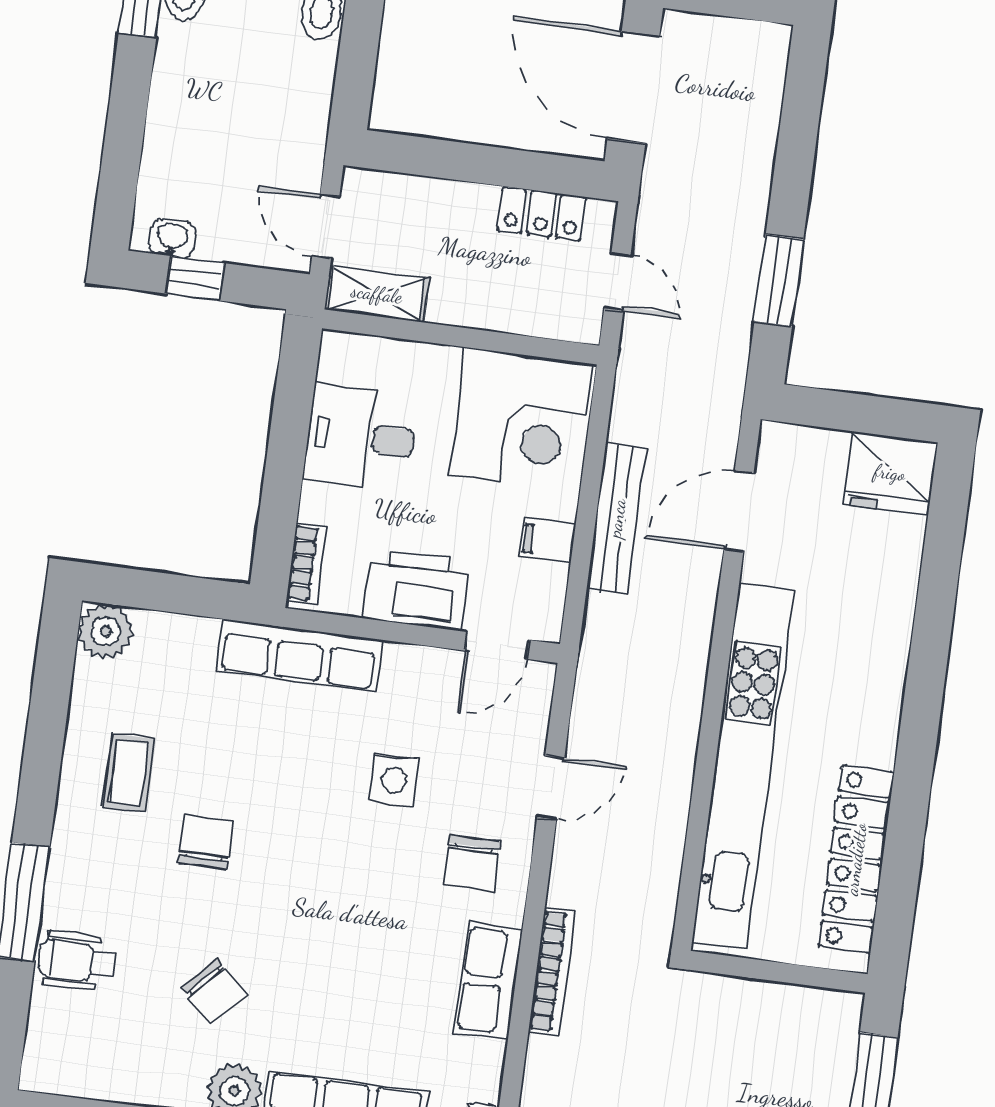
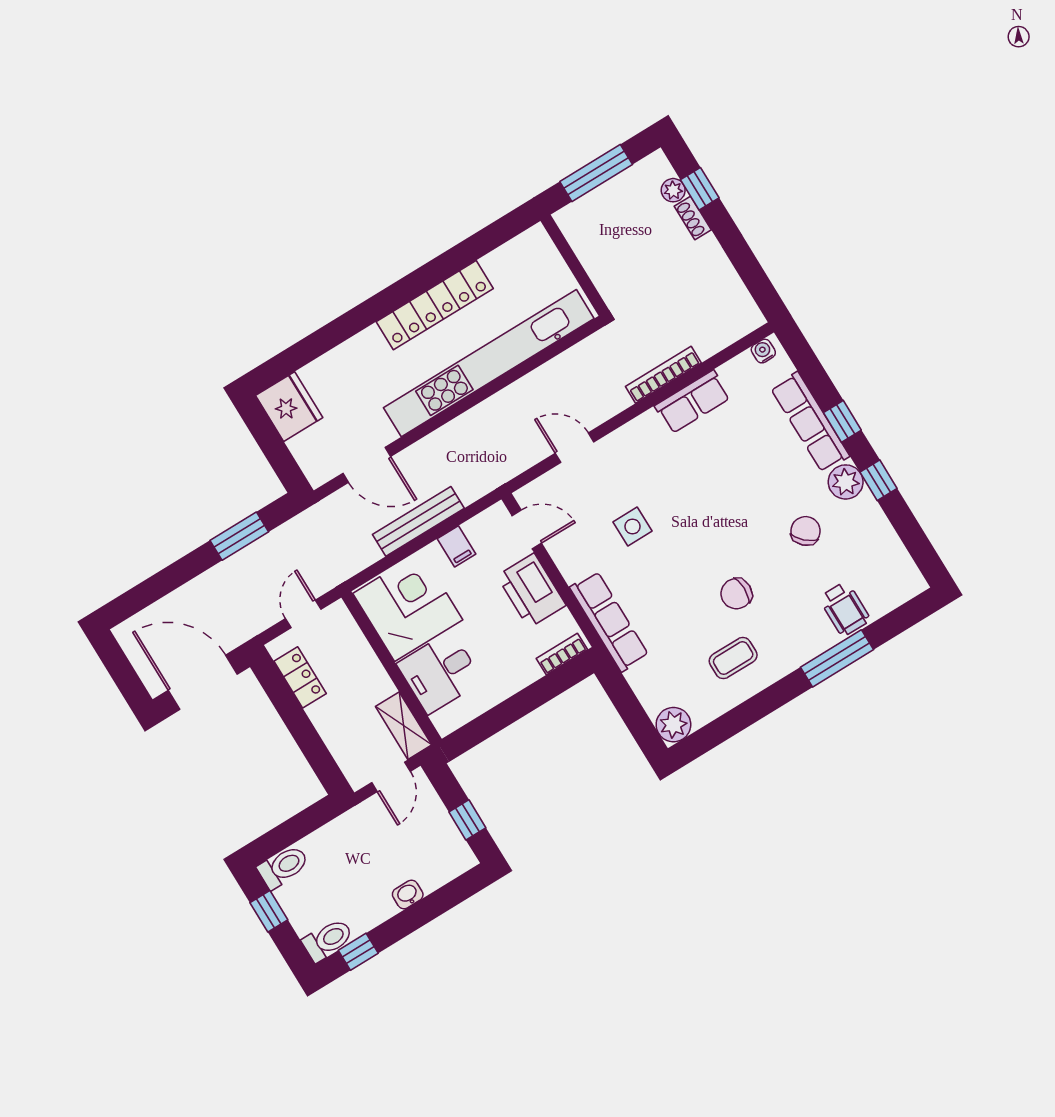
door: (633, 87) -> (203, 682), swing flipped
washbasin: (172, 238) -> (408, 894), moved, turned 90
desk: (361, 437) -> (440, 672), moved, turned 90
locker: (856, 859) -> (435, 305), moved
chair: (472, 863) -> (642, 456), removed

